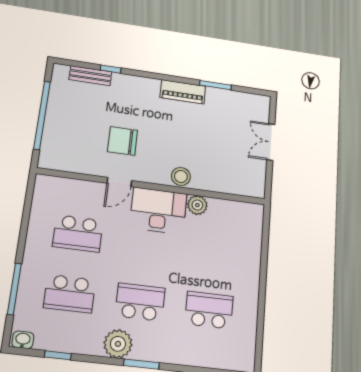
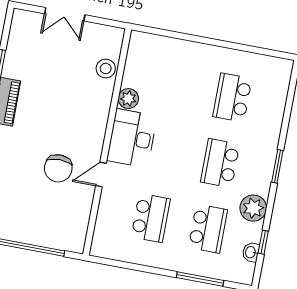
stool: (181, 176) -> (106, 69), moved
door: (119, 182) -> (101, 175), swing flipped
washbasin: (23, 340) -> (251, 252), moved
plant: (118, 344) -> (253, 208), moved

